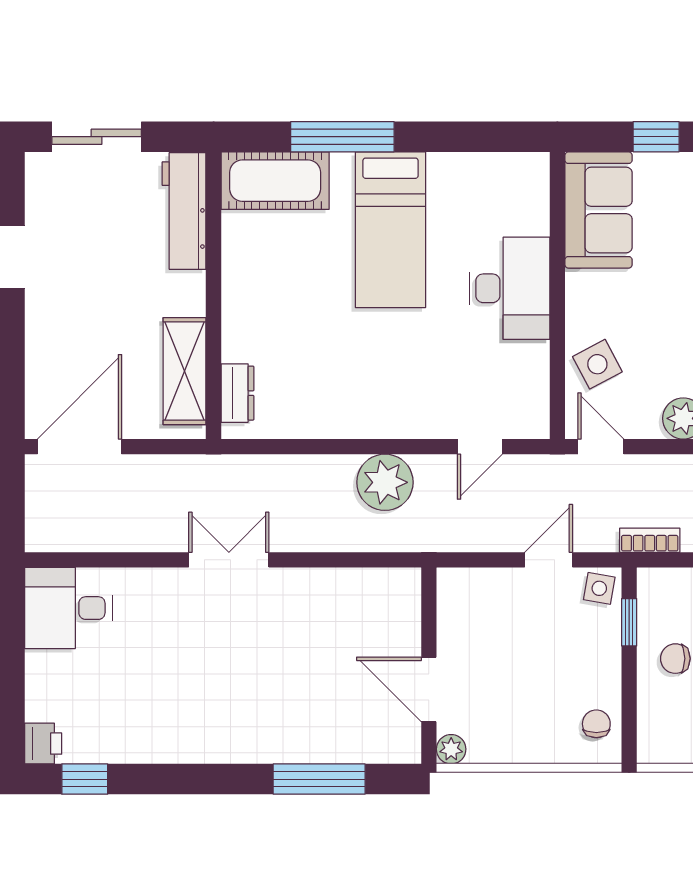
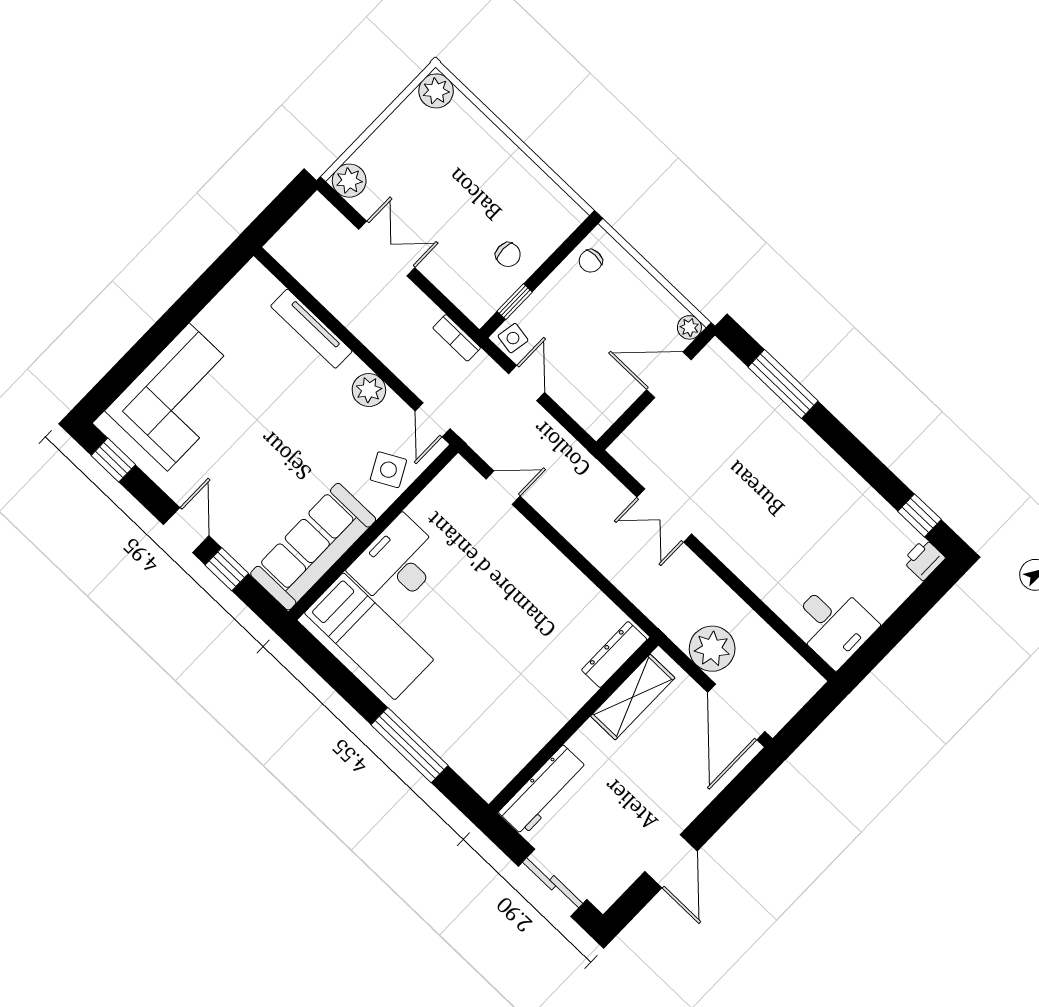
cot: (275, 181) -> (473, 757), removed
sofa: (599, 210) -> (313, 547), width x1.36
bed: (390, 230) -> (369, 636), moved, turned 90
dresser: (238, 393) -> (614, 655), width x1.44
door: (79, 447) -> (736, 712), hinge flipped
plant: (385, 482) -> (712, 649), moved
double door: (229, 560) -> (664, 515), moved
door: (549, 560) -> (527, 383), swing flipped
door: (429, 689) -> (669, 375), swing flipped

